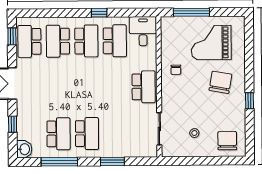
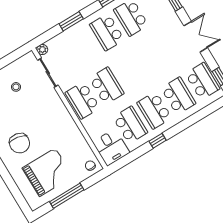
window: (191, 12) -> (67, 196), moved
school desk: (115, 41) -> (130, 125), turned 180
chair: (176, 70) -> (90, 166), moved
school desk: (115, 87) -> (107, 86), added
plant: (152, 152) -> (42, 50), added

